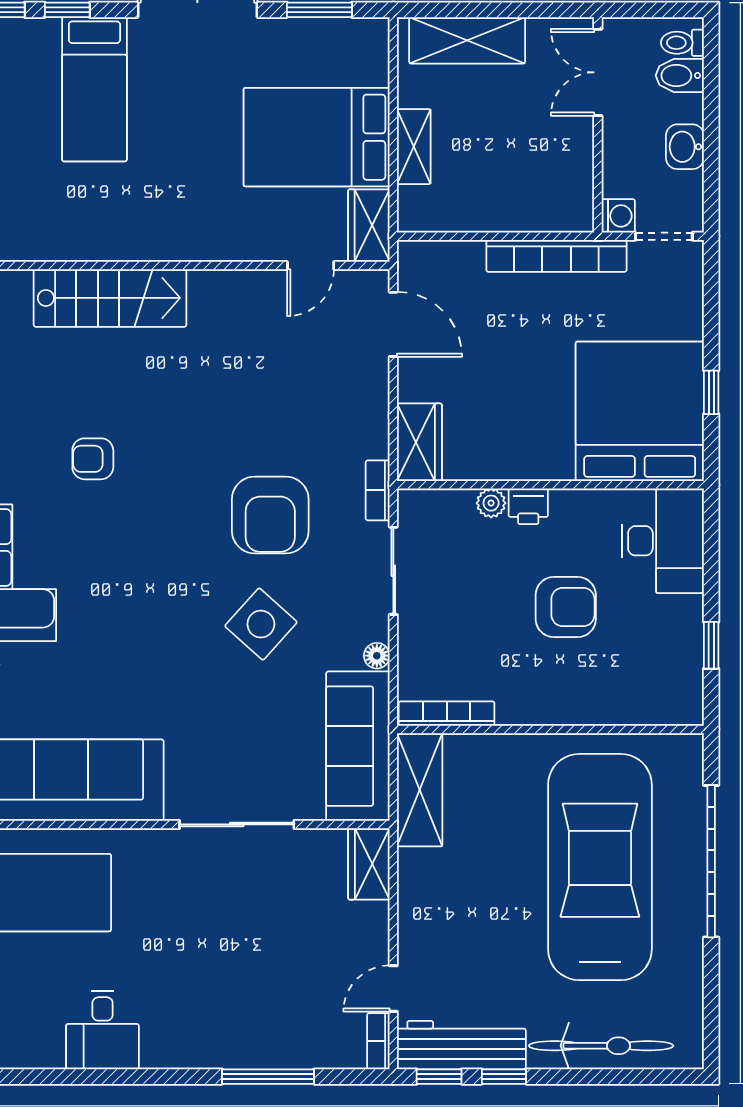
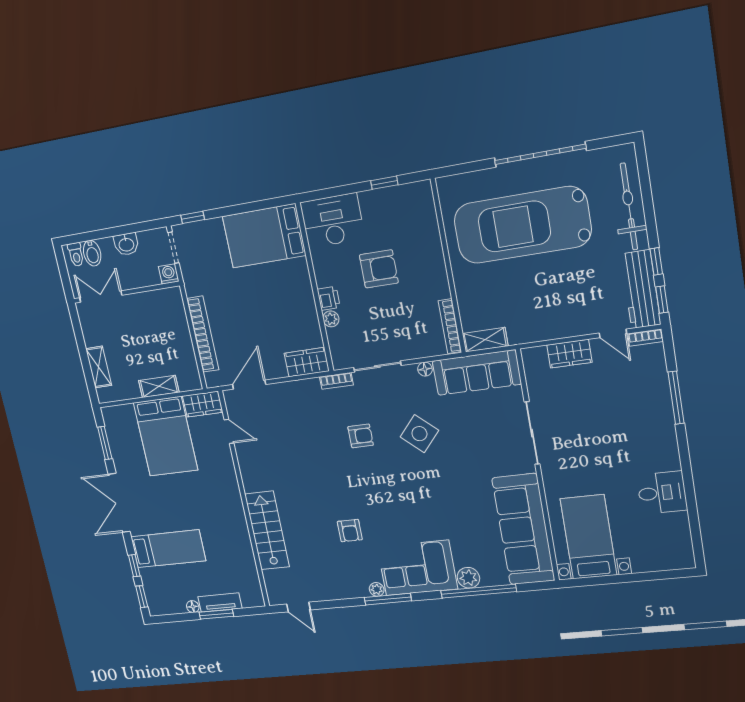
shelving: (467, 40) -> (99, 367), width x0.67, depth x0.75
double door: (598, 72) -> (101, 297), swing flipped
bookcase: (556, 256) -> (203, 334), moved
window: (711, 392) -> (193, 217), moved
bed: (640, 411) -> (264, 236), width x0.73
armchair: (270, 515) -> (361, 436), width x0.53, depth x0.53
armchair: (566, 607) -> (379, 269), turned 90
shelving: (420, 790) -> (485, 340), width x0.67, depth x0.75
garage door: (711, 861) -> (540, 154), moved
wardrobe: (369, 864) -> (569, 354), moved

